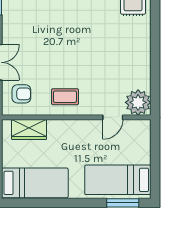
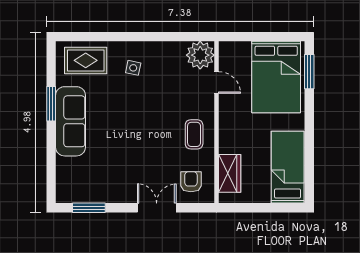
side table: (126, 41) -> (133, 68), added
bed: (118, 180) -> (276, 77), width x1.50

